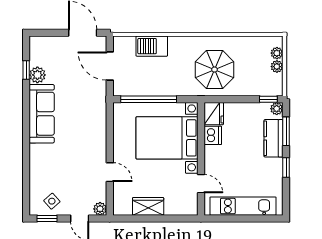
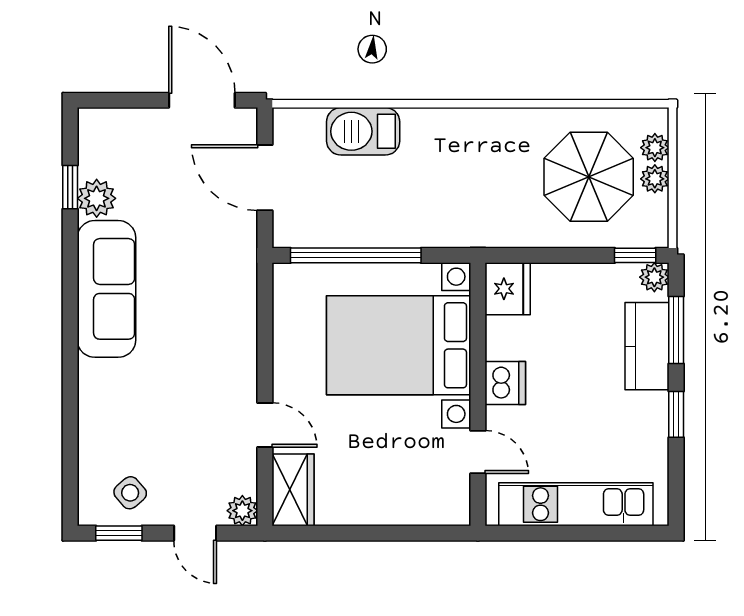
parasol: (214, 70) -> (589, 177), moved
dishwasher: (213, 135) -> (505, 383), moved
wardrobe: (148, 206) -> (293, 490), moved, turned 90

